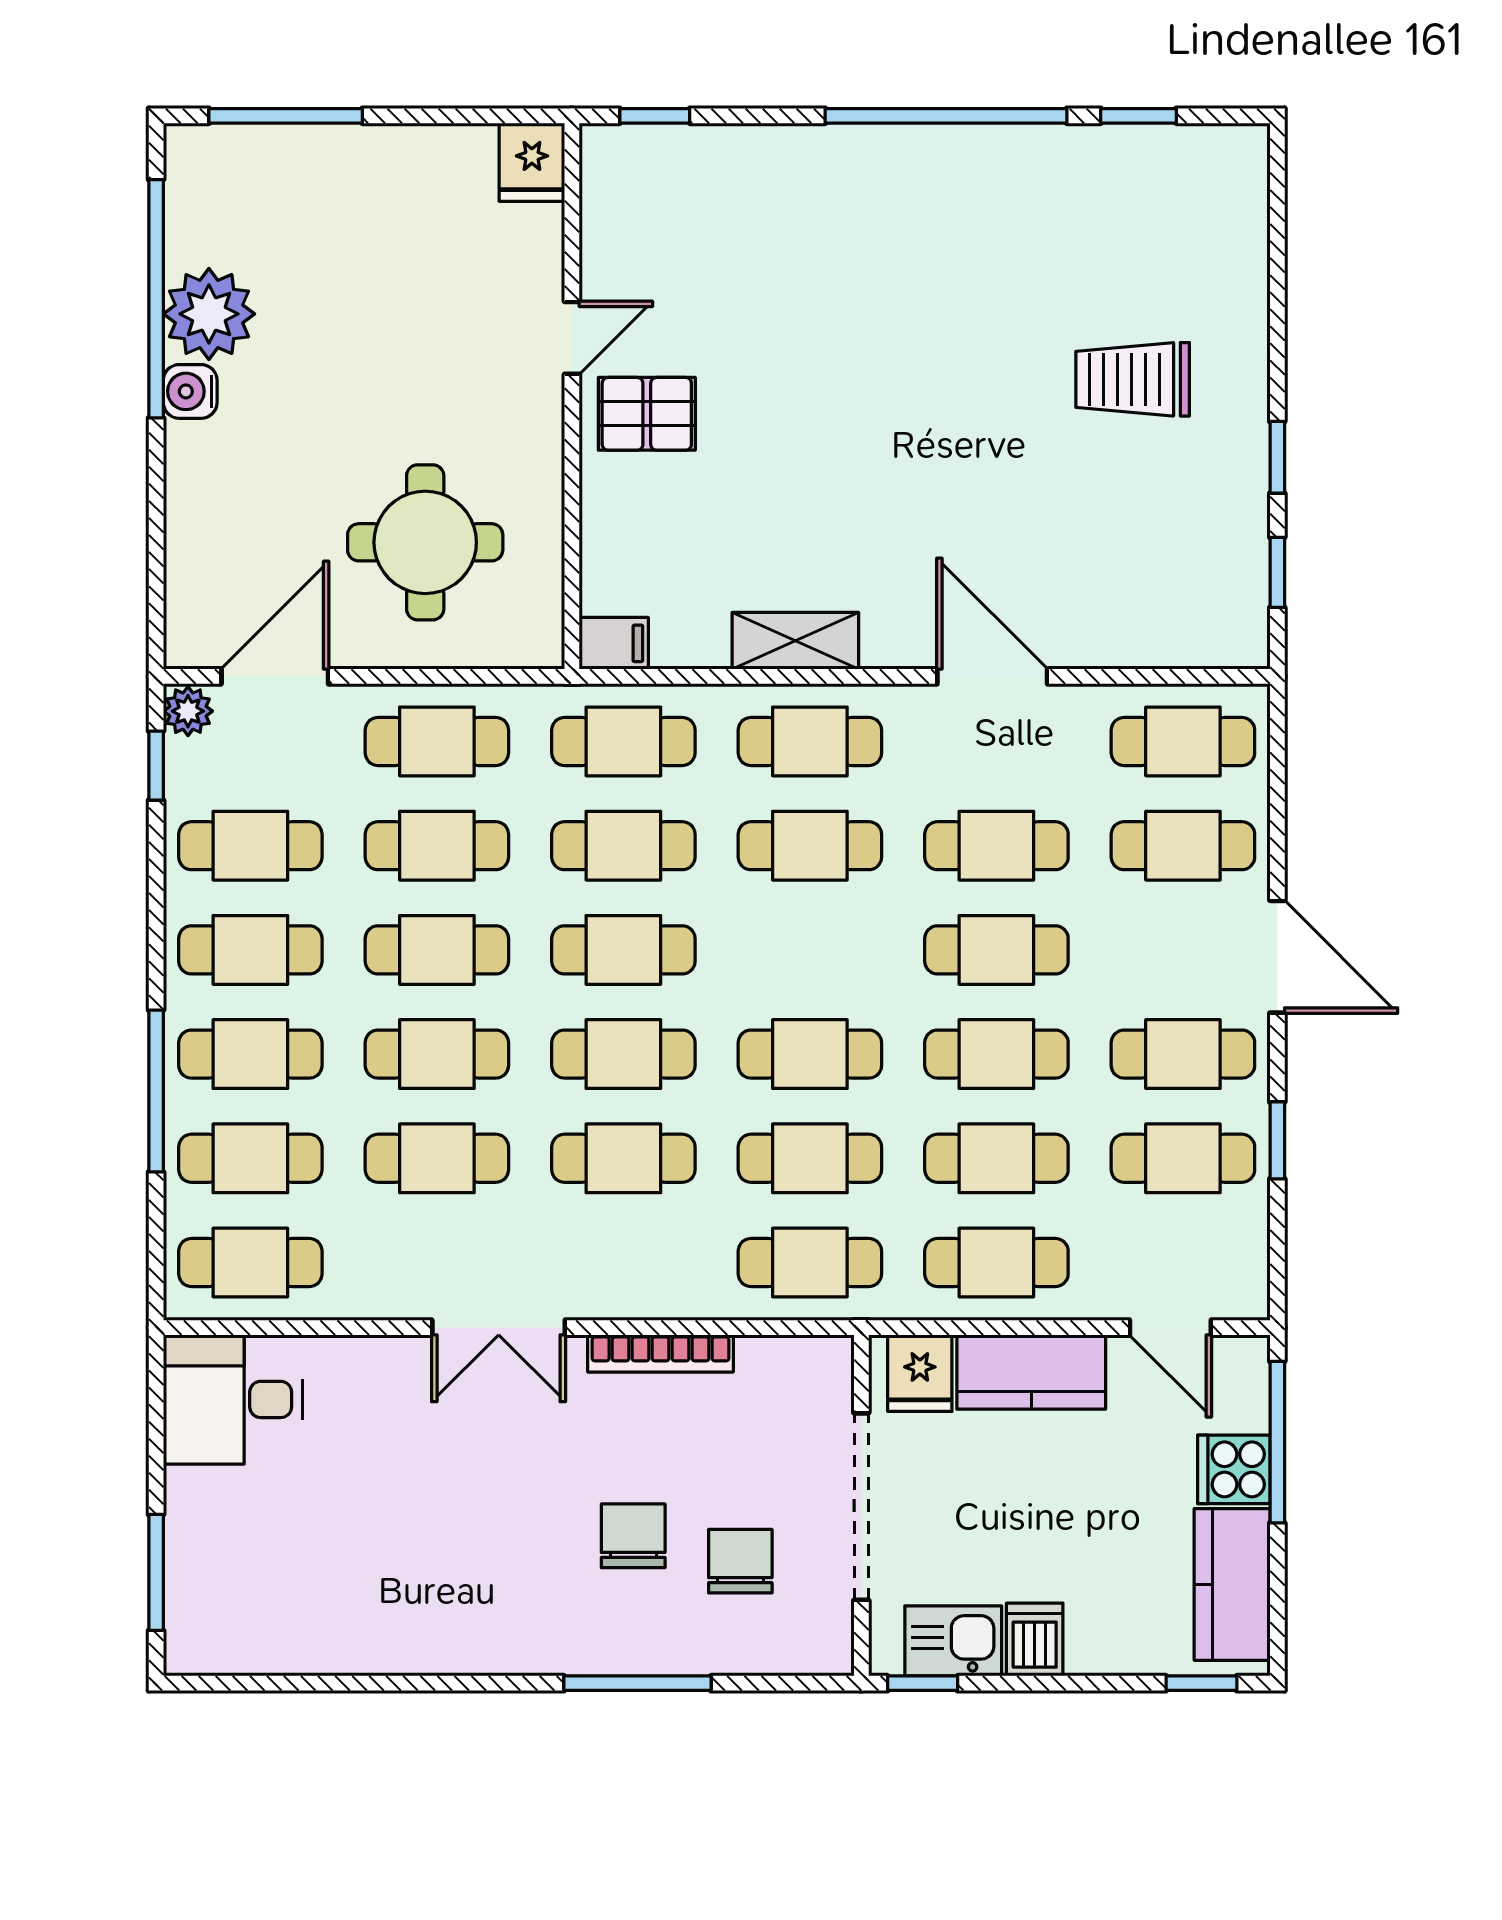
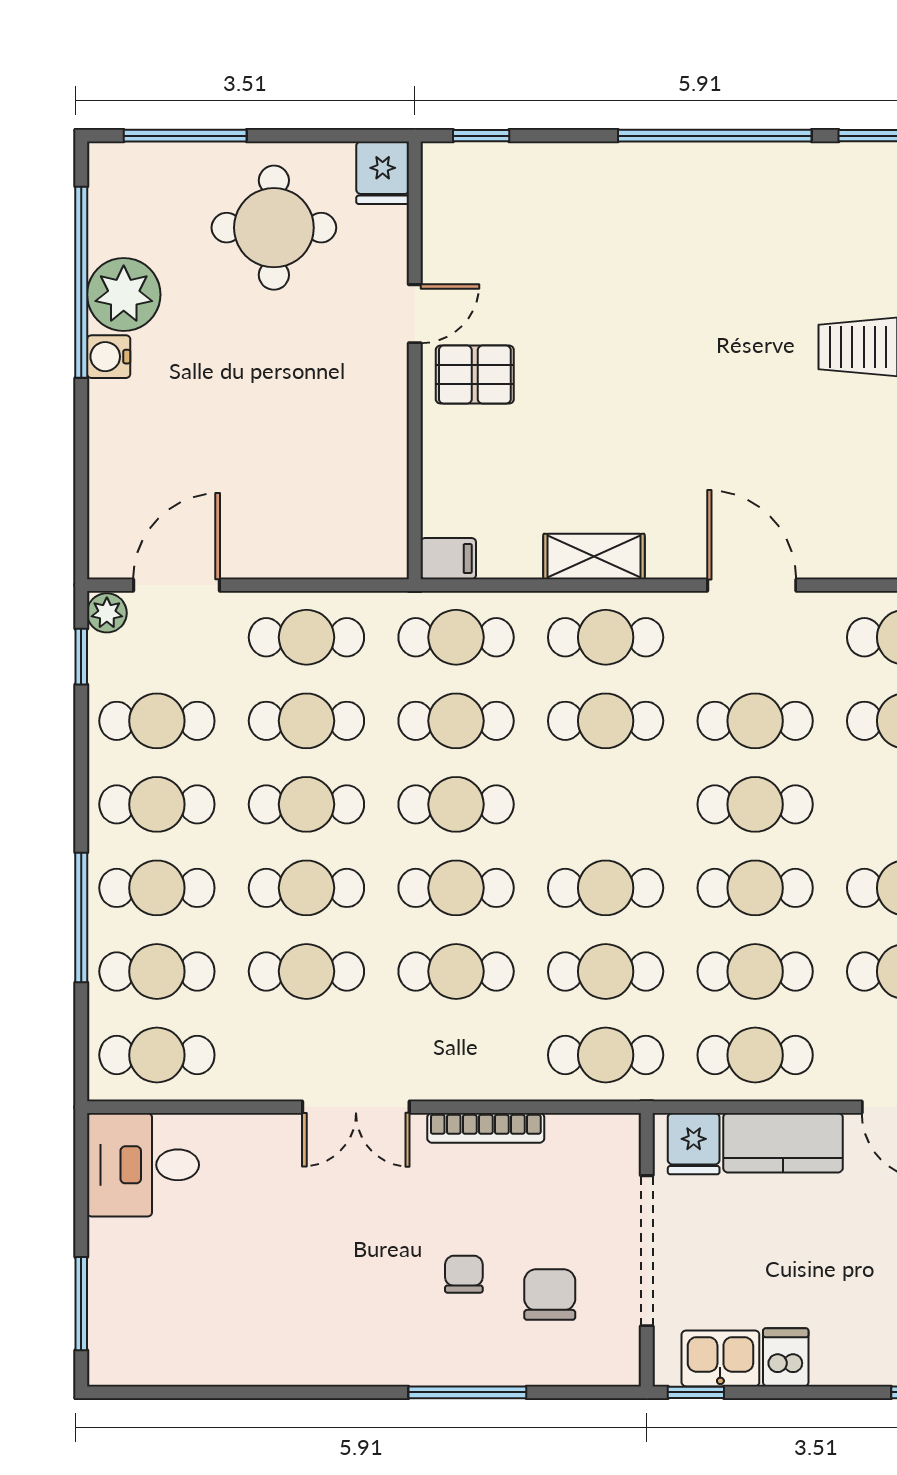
round table: (425, 542) -> (274, 228), moved
chair: (633, 1536) -> (464, 1274), width x0.73, depth x0.73

